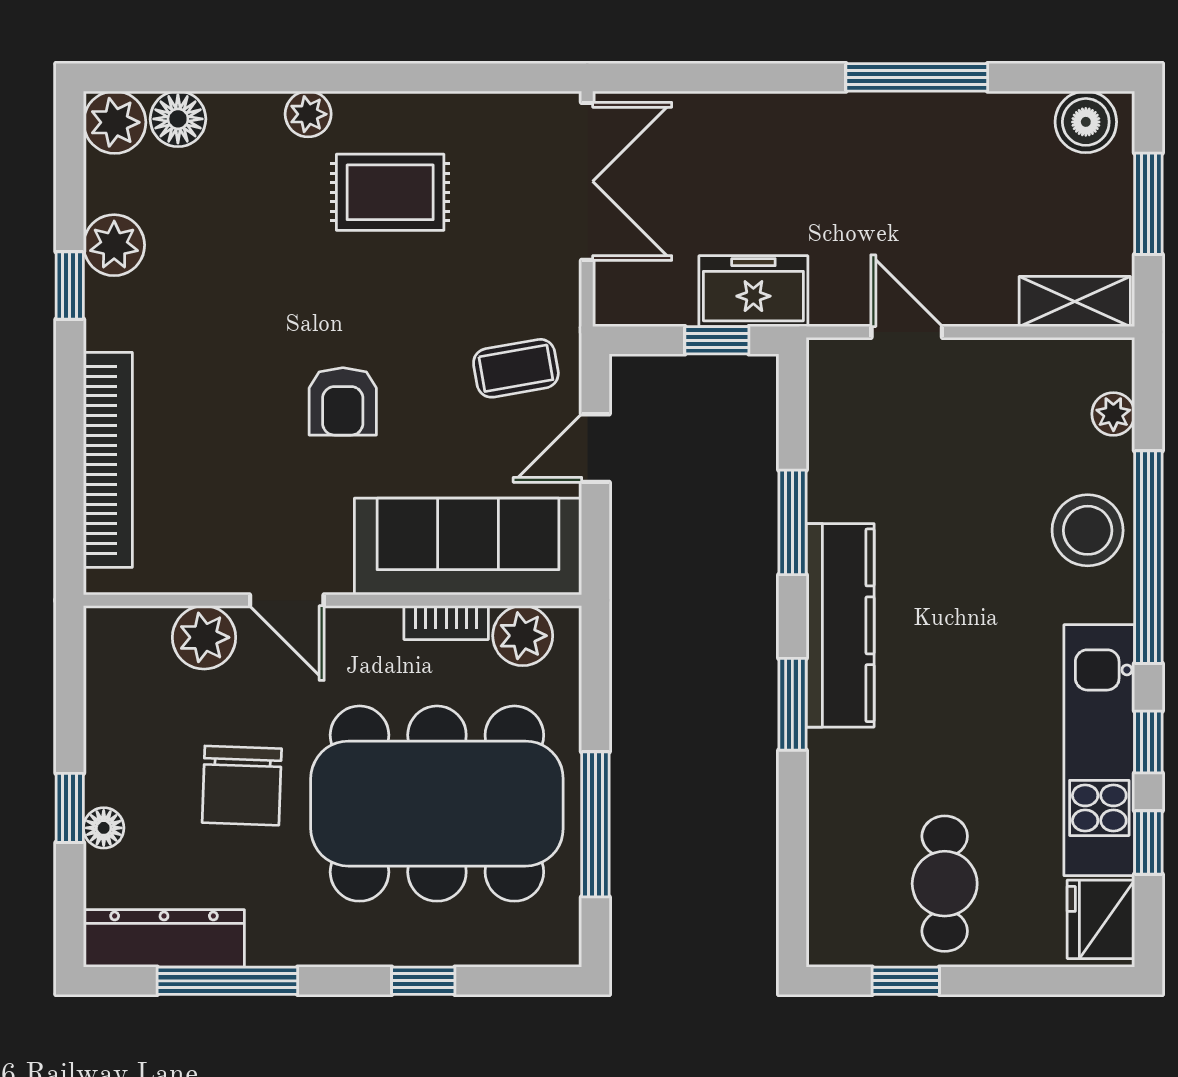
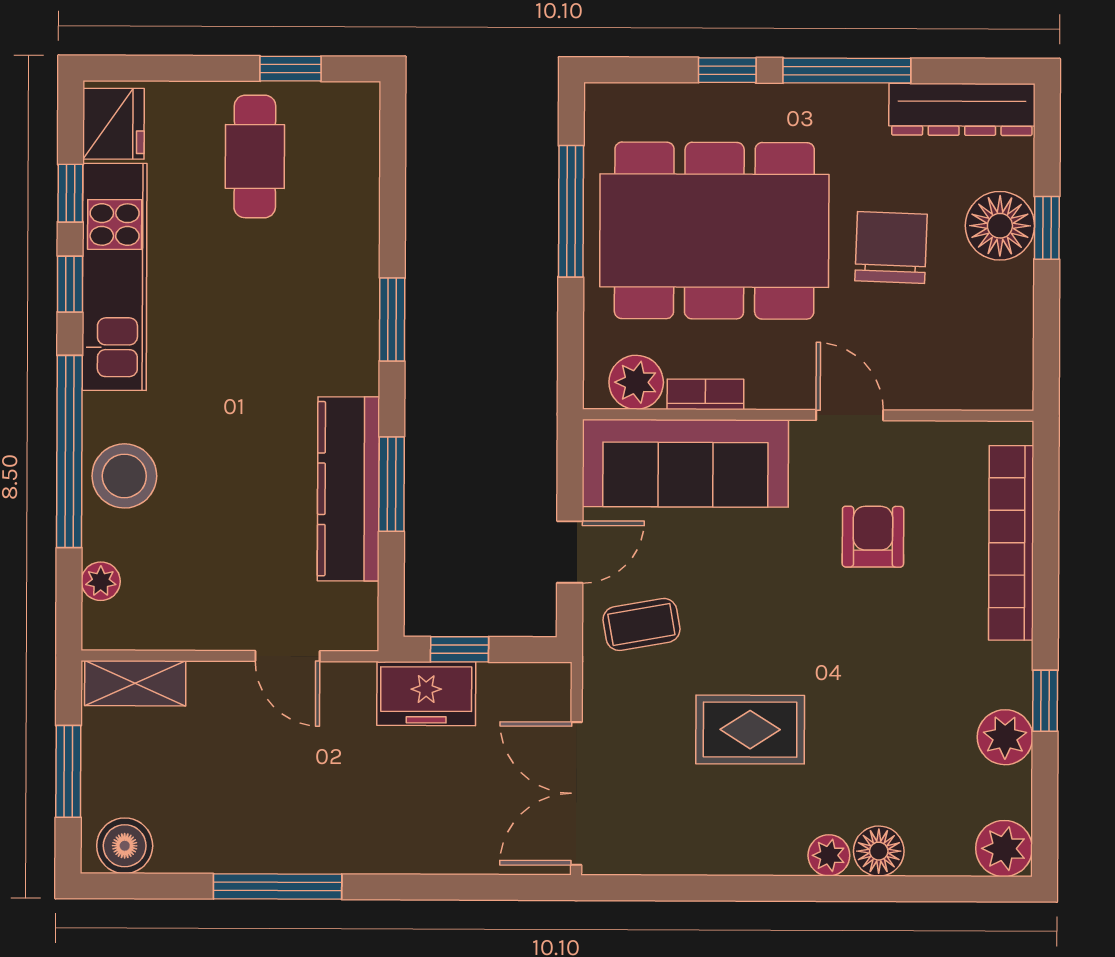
floor lamp: (178, 119) -> (879, 851), moved
rug: (390, 192) -> (750, 730), moved
armchair: (343, 401) -> (873, 537), moved
kitchen counter: (840, 625) -> (348, 489), moved
plant: (204, 637) -> (925, 382), removed
floor lamp: (104, 828) -> (1000, 226), width x1.89, depth x1.89
window: (227, 981) -> (847, 71), moved

